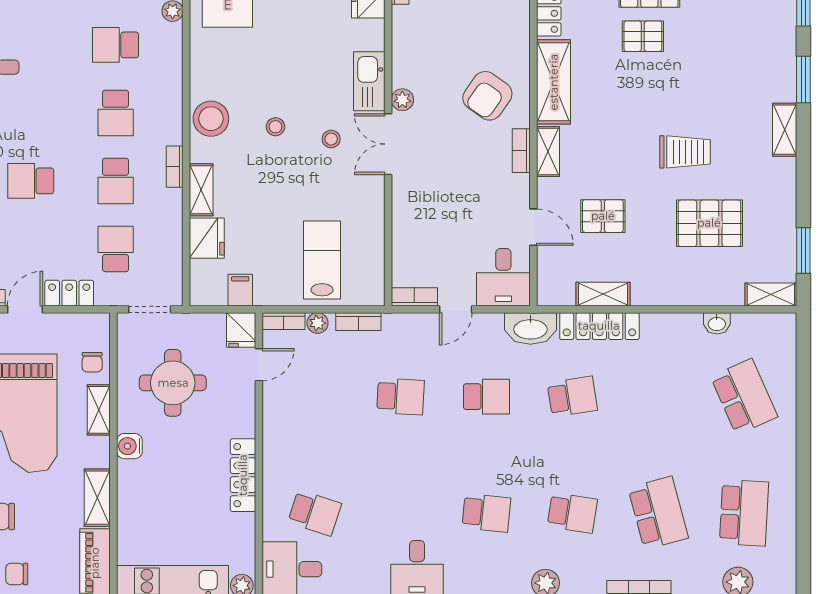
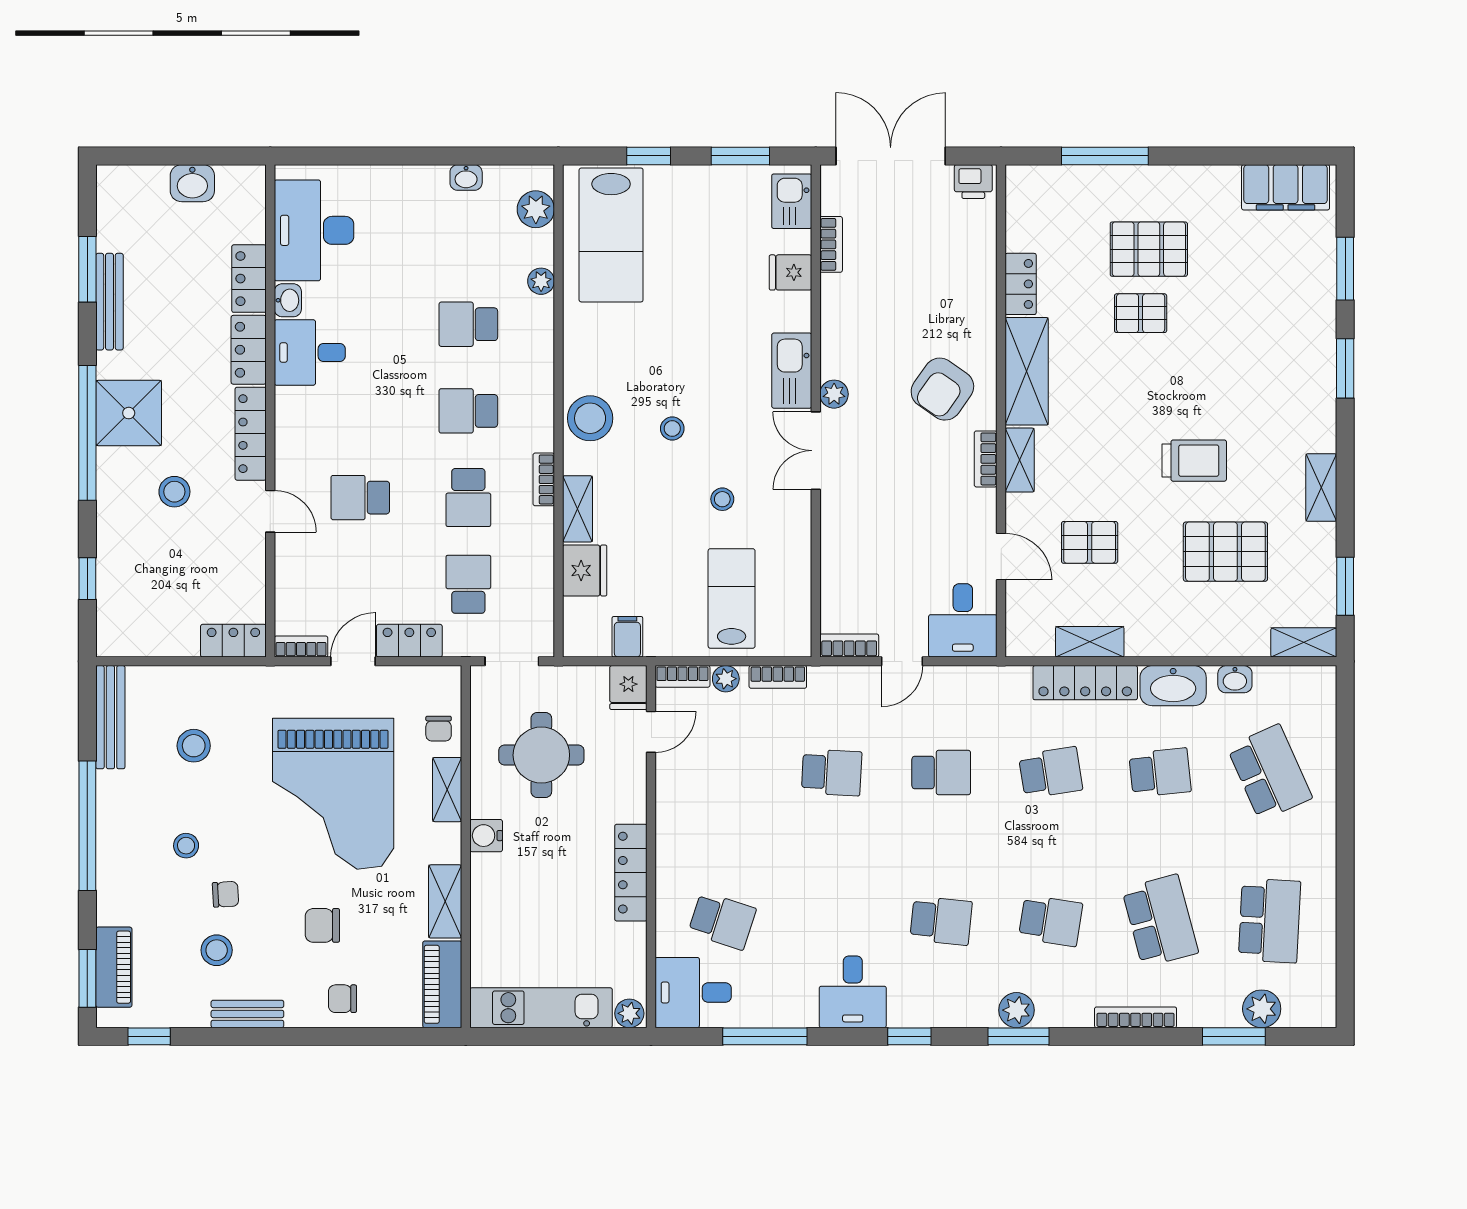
school desk: (116, 113) -> (468, 411), turned 90
shelving: (785, 130) -> (1321, 488), moved
stool: (331, 139) -> (722, 499), moved
washbasin: (530, 328) -> (1173, 686), moved
school desk: (658, 397) -> (1160, 773), added

